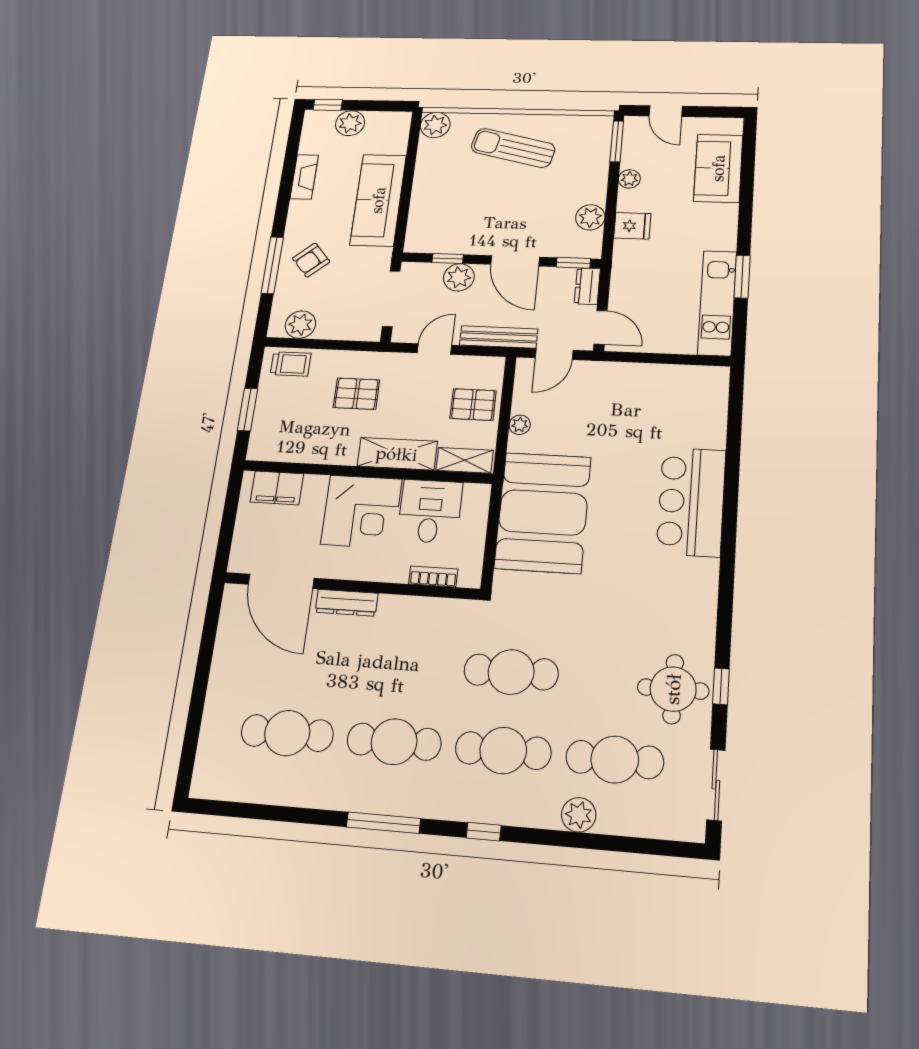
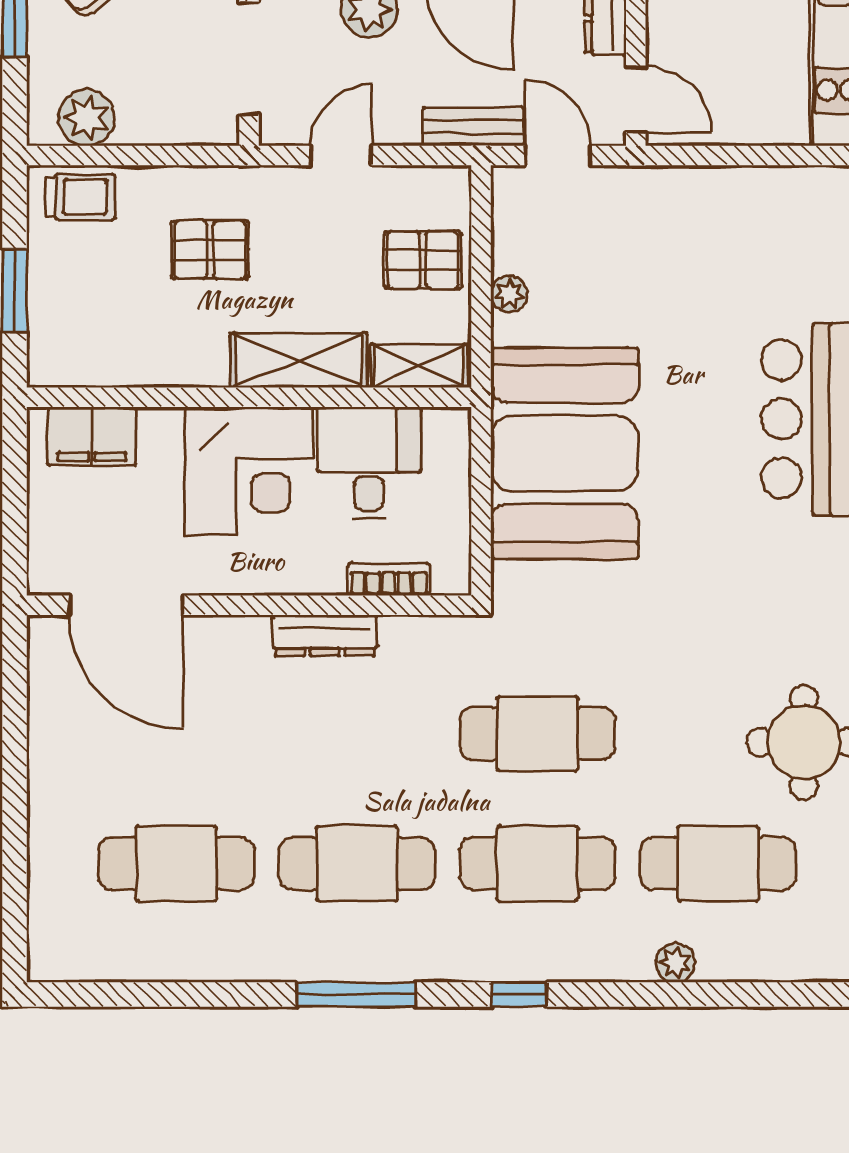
bench: (499, 337) -> (473, 126), width x0.73
door: (554, 354) -> (557, 156), swing flipped
dresser: (347, 603) -> (325, 635), moved
plant: (579, 815) -> (675, 963), width x0.73, depth x0.73

